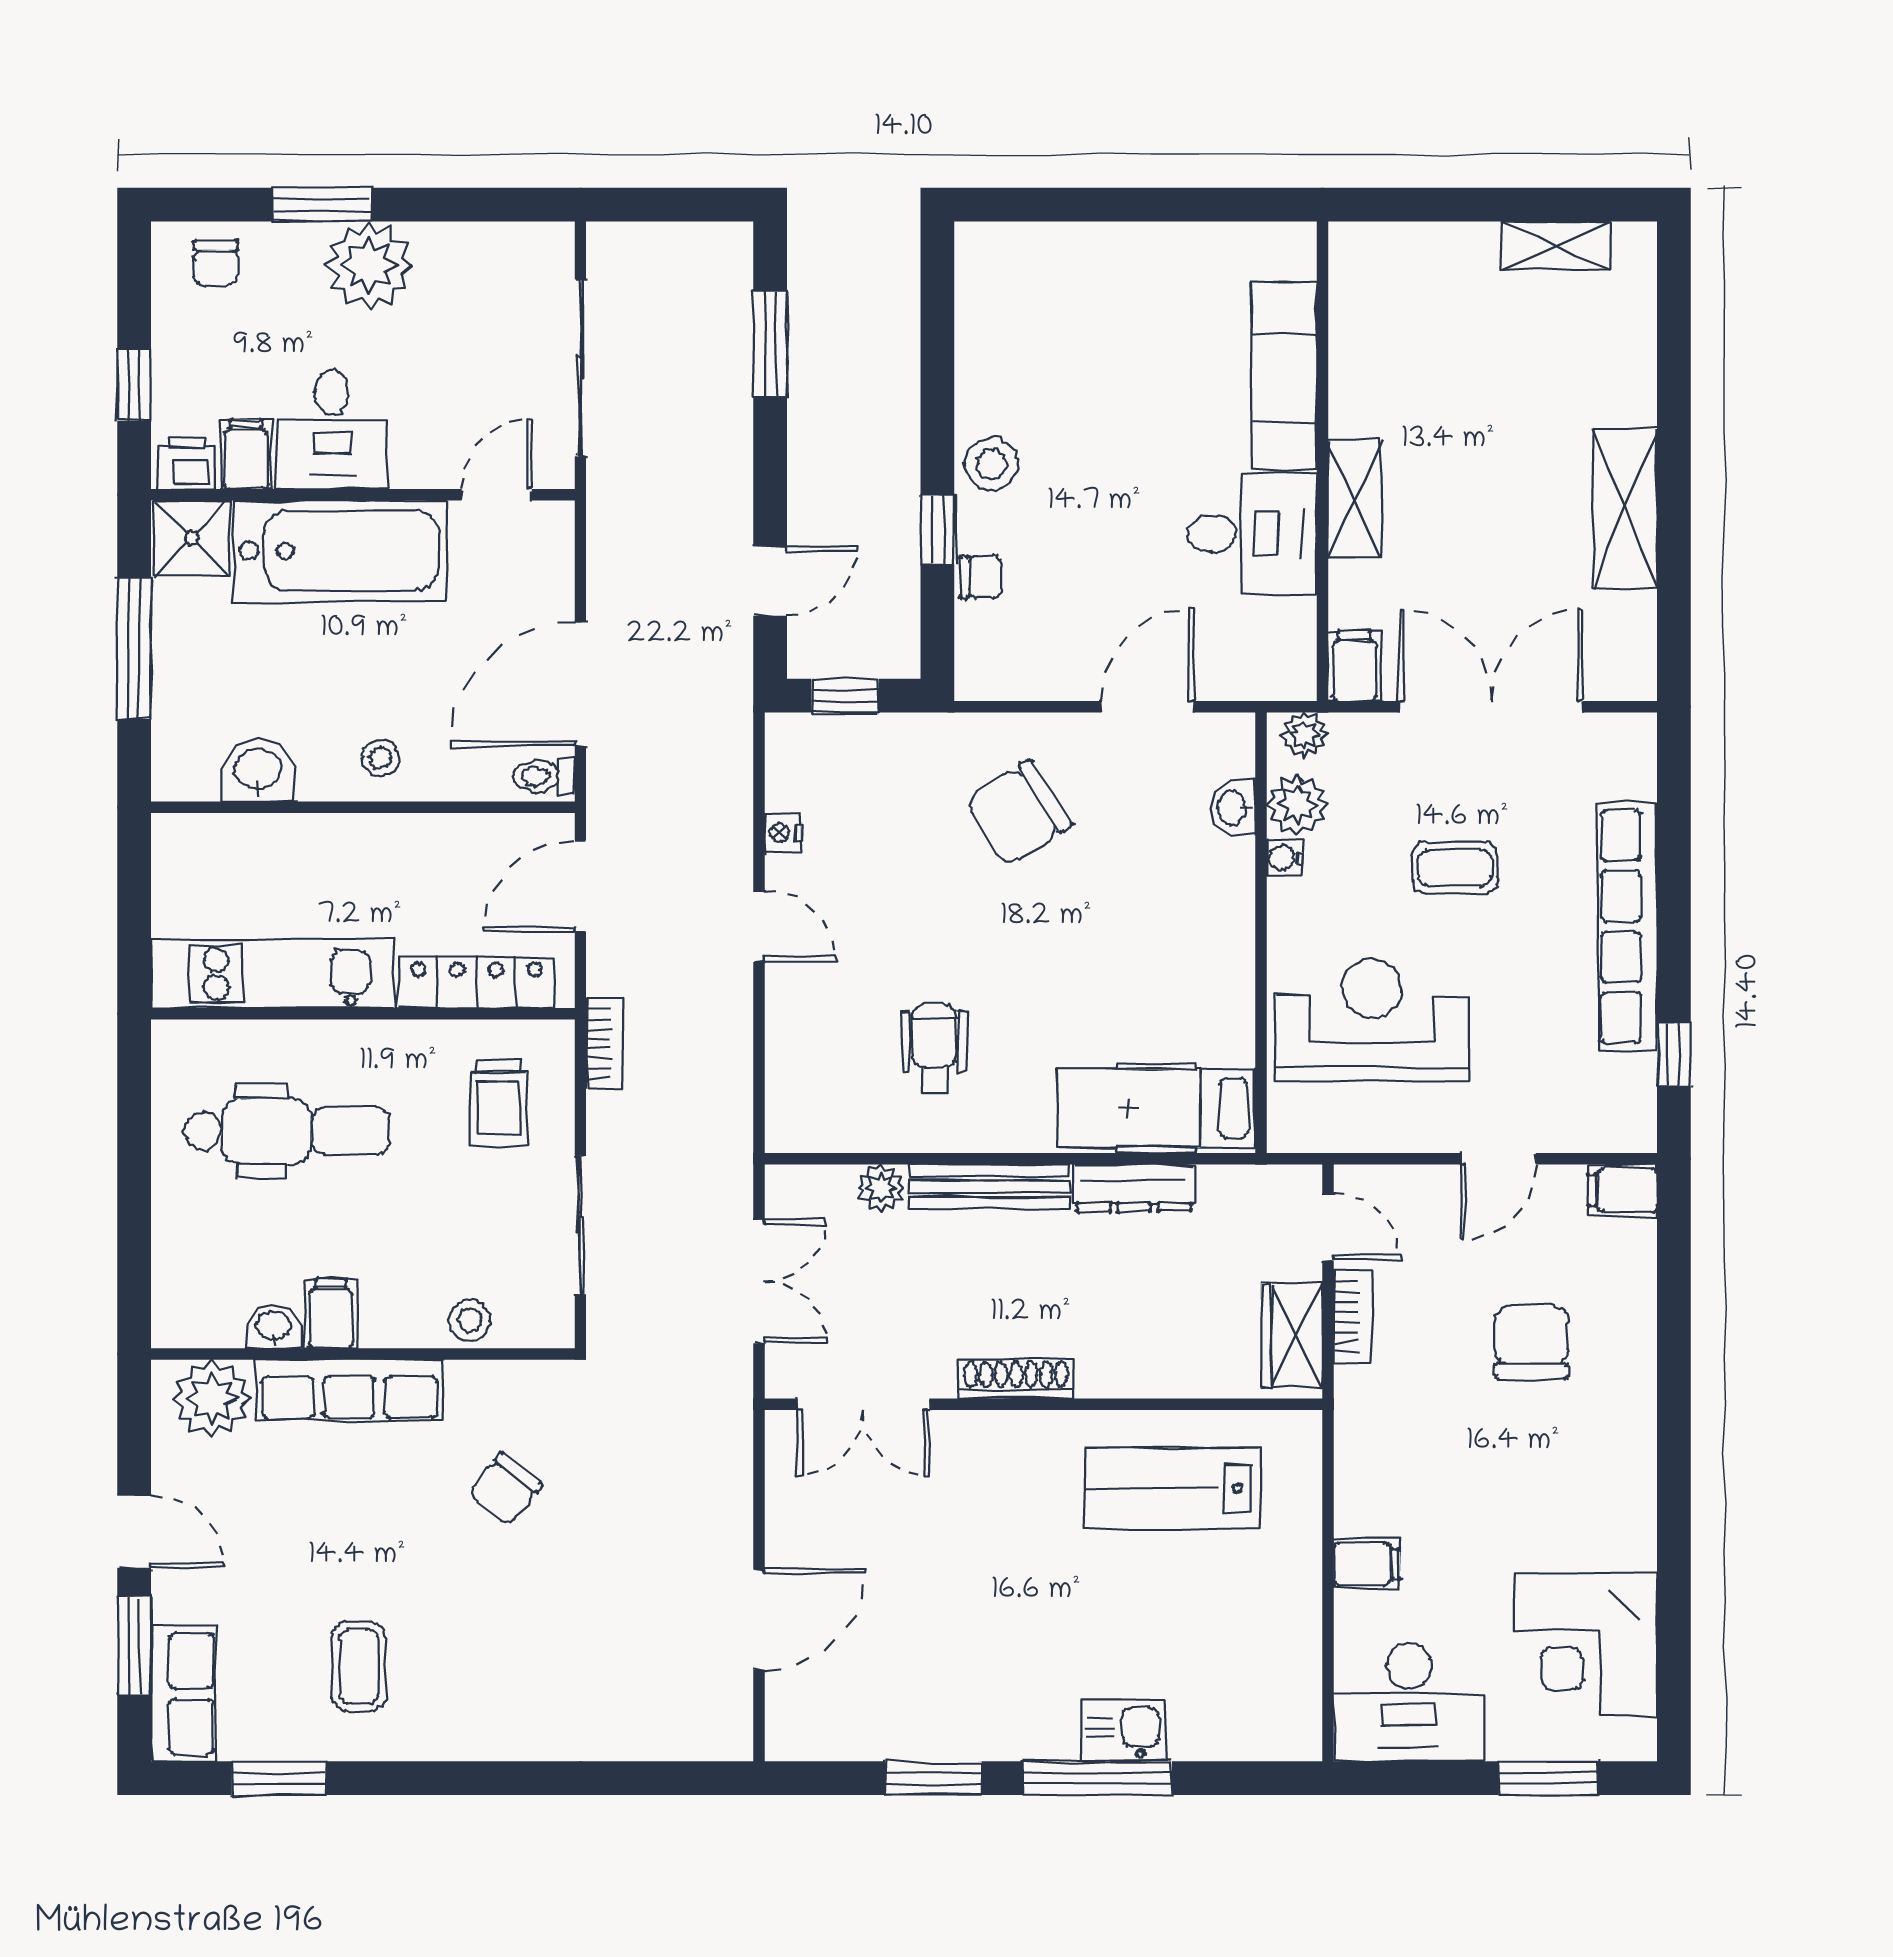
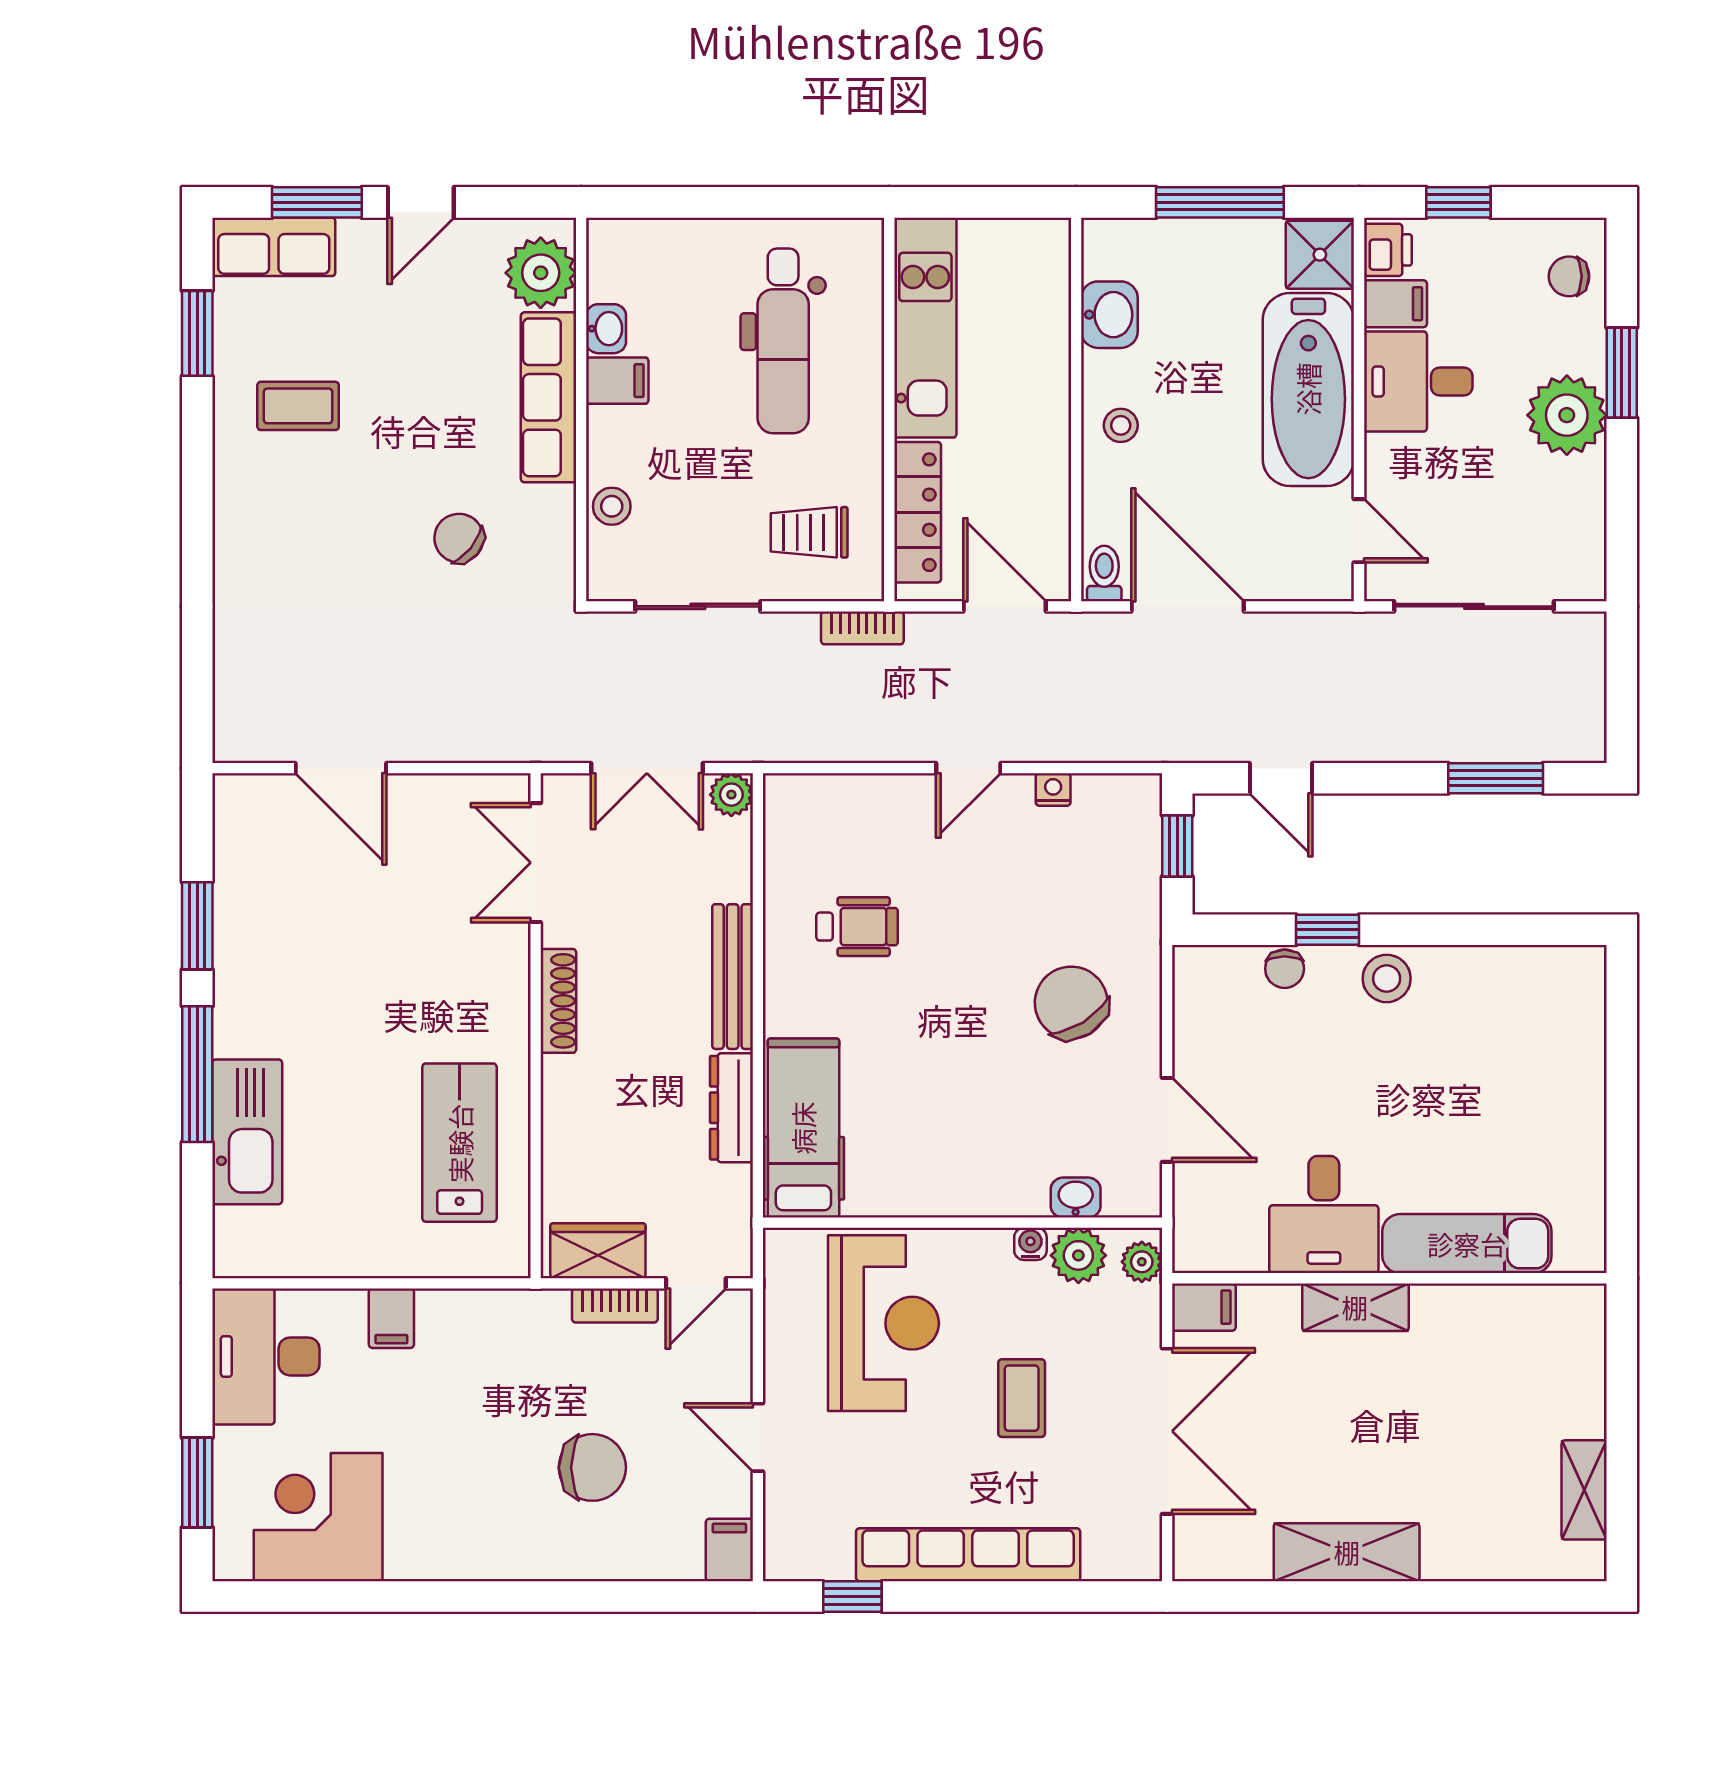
plant: (881, 1188) -> (731, 795), moved
kitchen sink: (1123, 1730) -> (247, 1132), width x1.88, depth x1.24

